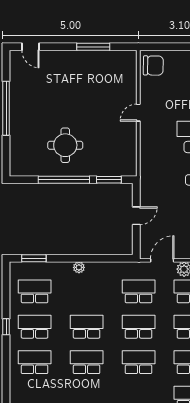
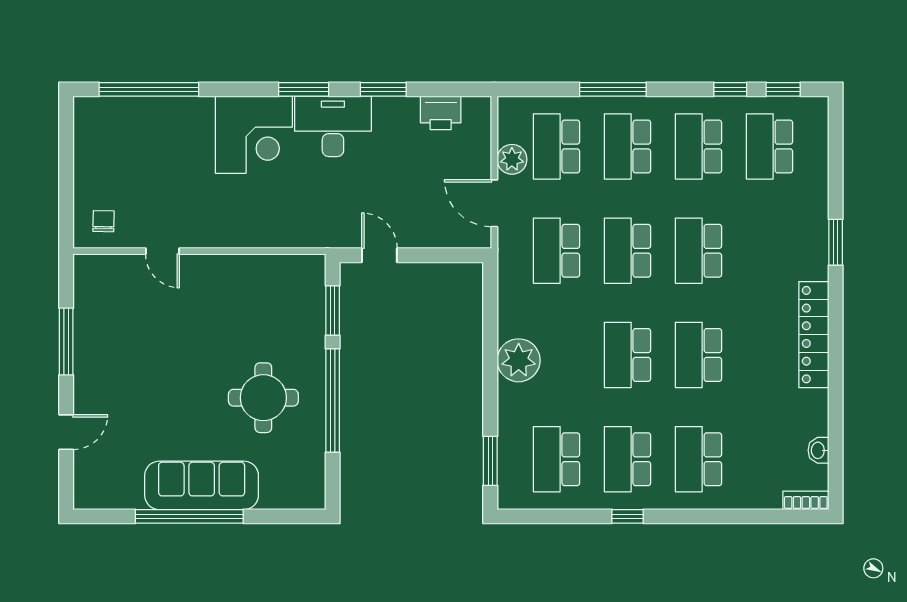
door: (30, 47) -> (66, 432), moved
chair: (153, 65) -> (103, 221), width x0.54, depth x0.54
door: (138, 113) -> (163, 251), moved
sofa: (22, 114) -> (202, 485), added
door: (136, 216) -> (379, 255), moved
plant: (79, 267) -> (519, 360), width x1.88, depth x1.88

